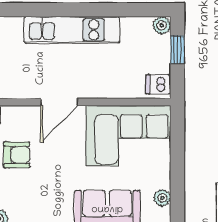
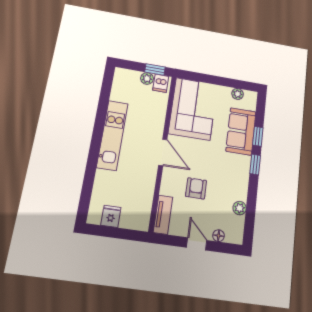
plant: (162, 25) -> (147, 78), moved
window: (177, 50) -> (155, 69), moved

